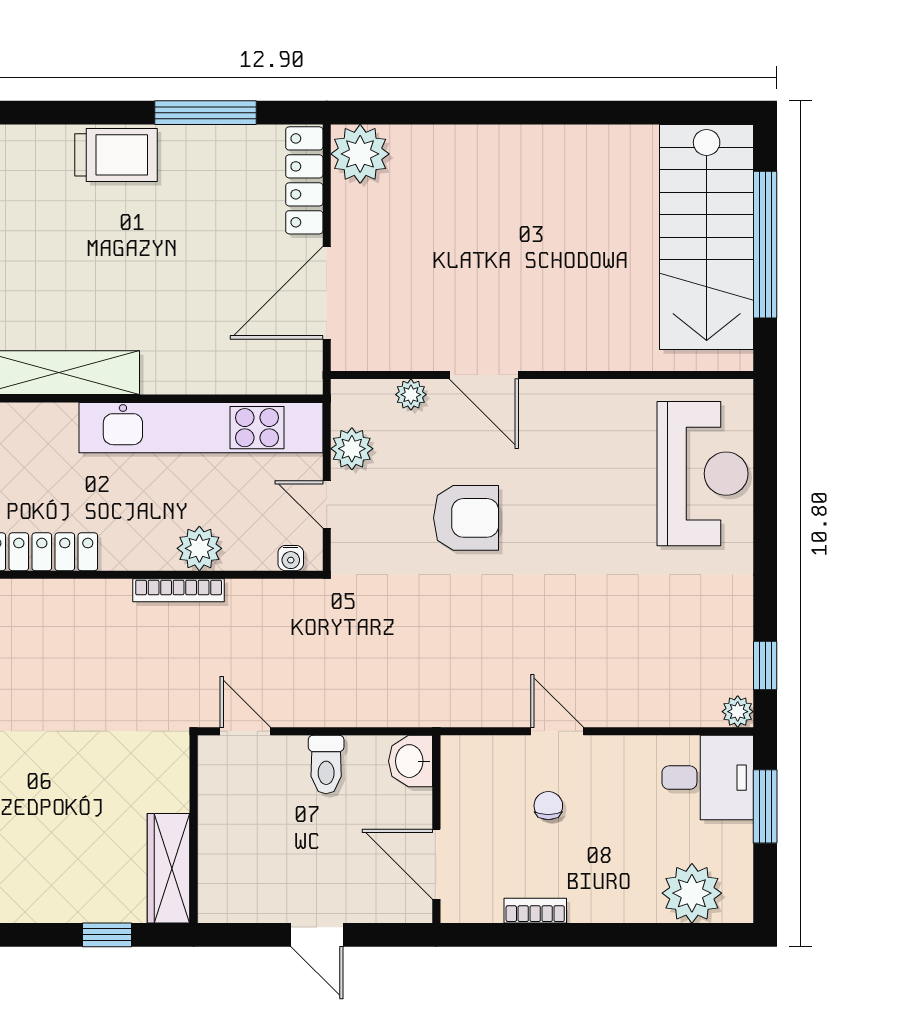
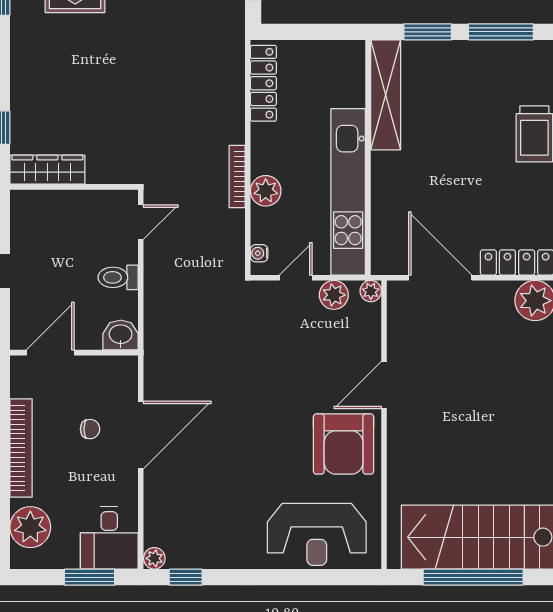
plant: (411, 395) -> (371, 291), moved
armchair: (466, 518) -> (344, 444), moved, width x1.36, depth x1.36
door: (557, 731) -> (141, 435), width x1.88
bookcase: (535, 911) -> (21, 448), width x2.31, depth x1.31

